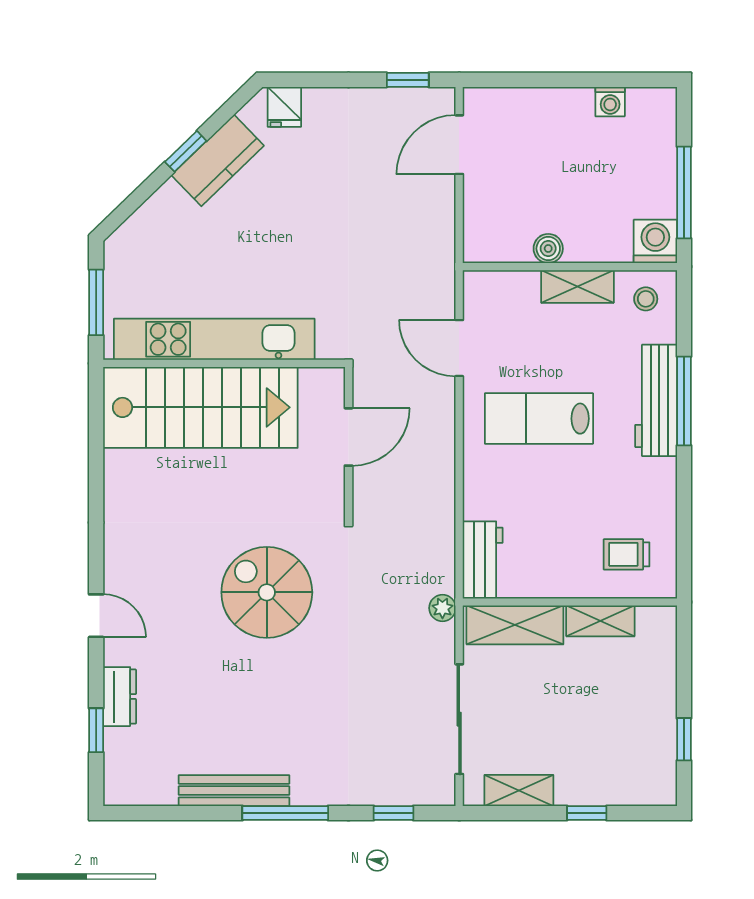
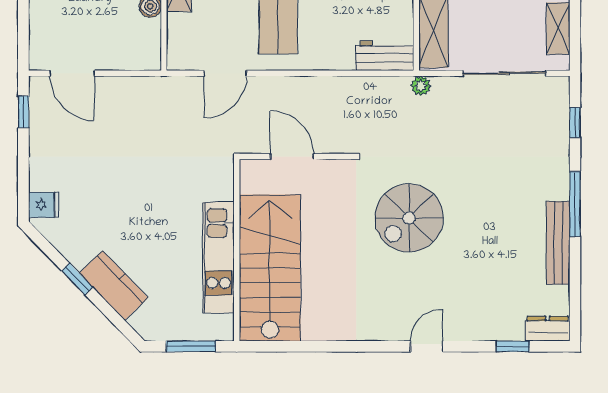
kitchen counter: (218, 160) -> (114, 286), moved
kitchen unit: (214, 339) -> (219, 257), width x0.73
dresser: (120, 697) -> (548, 329), moved

